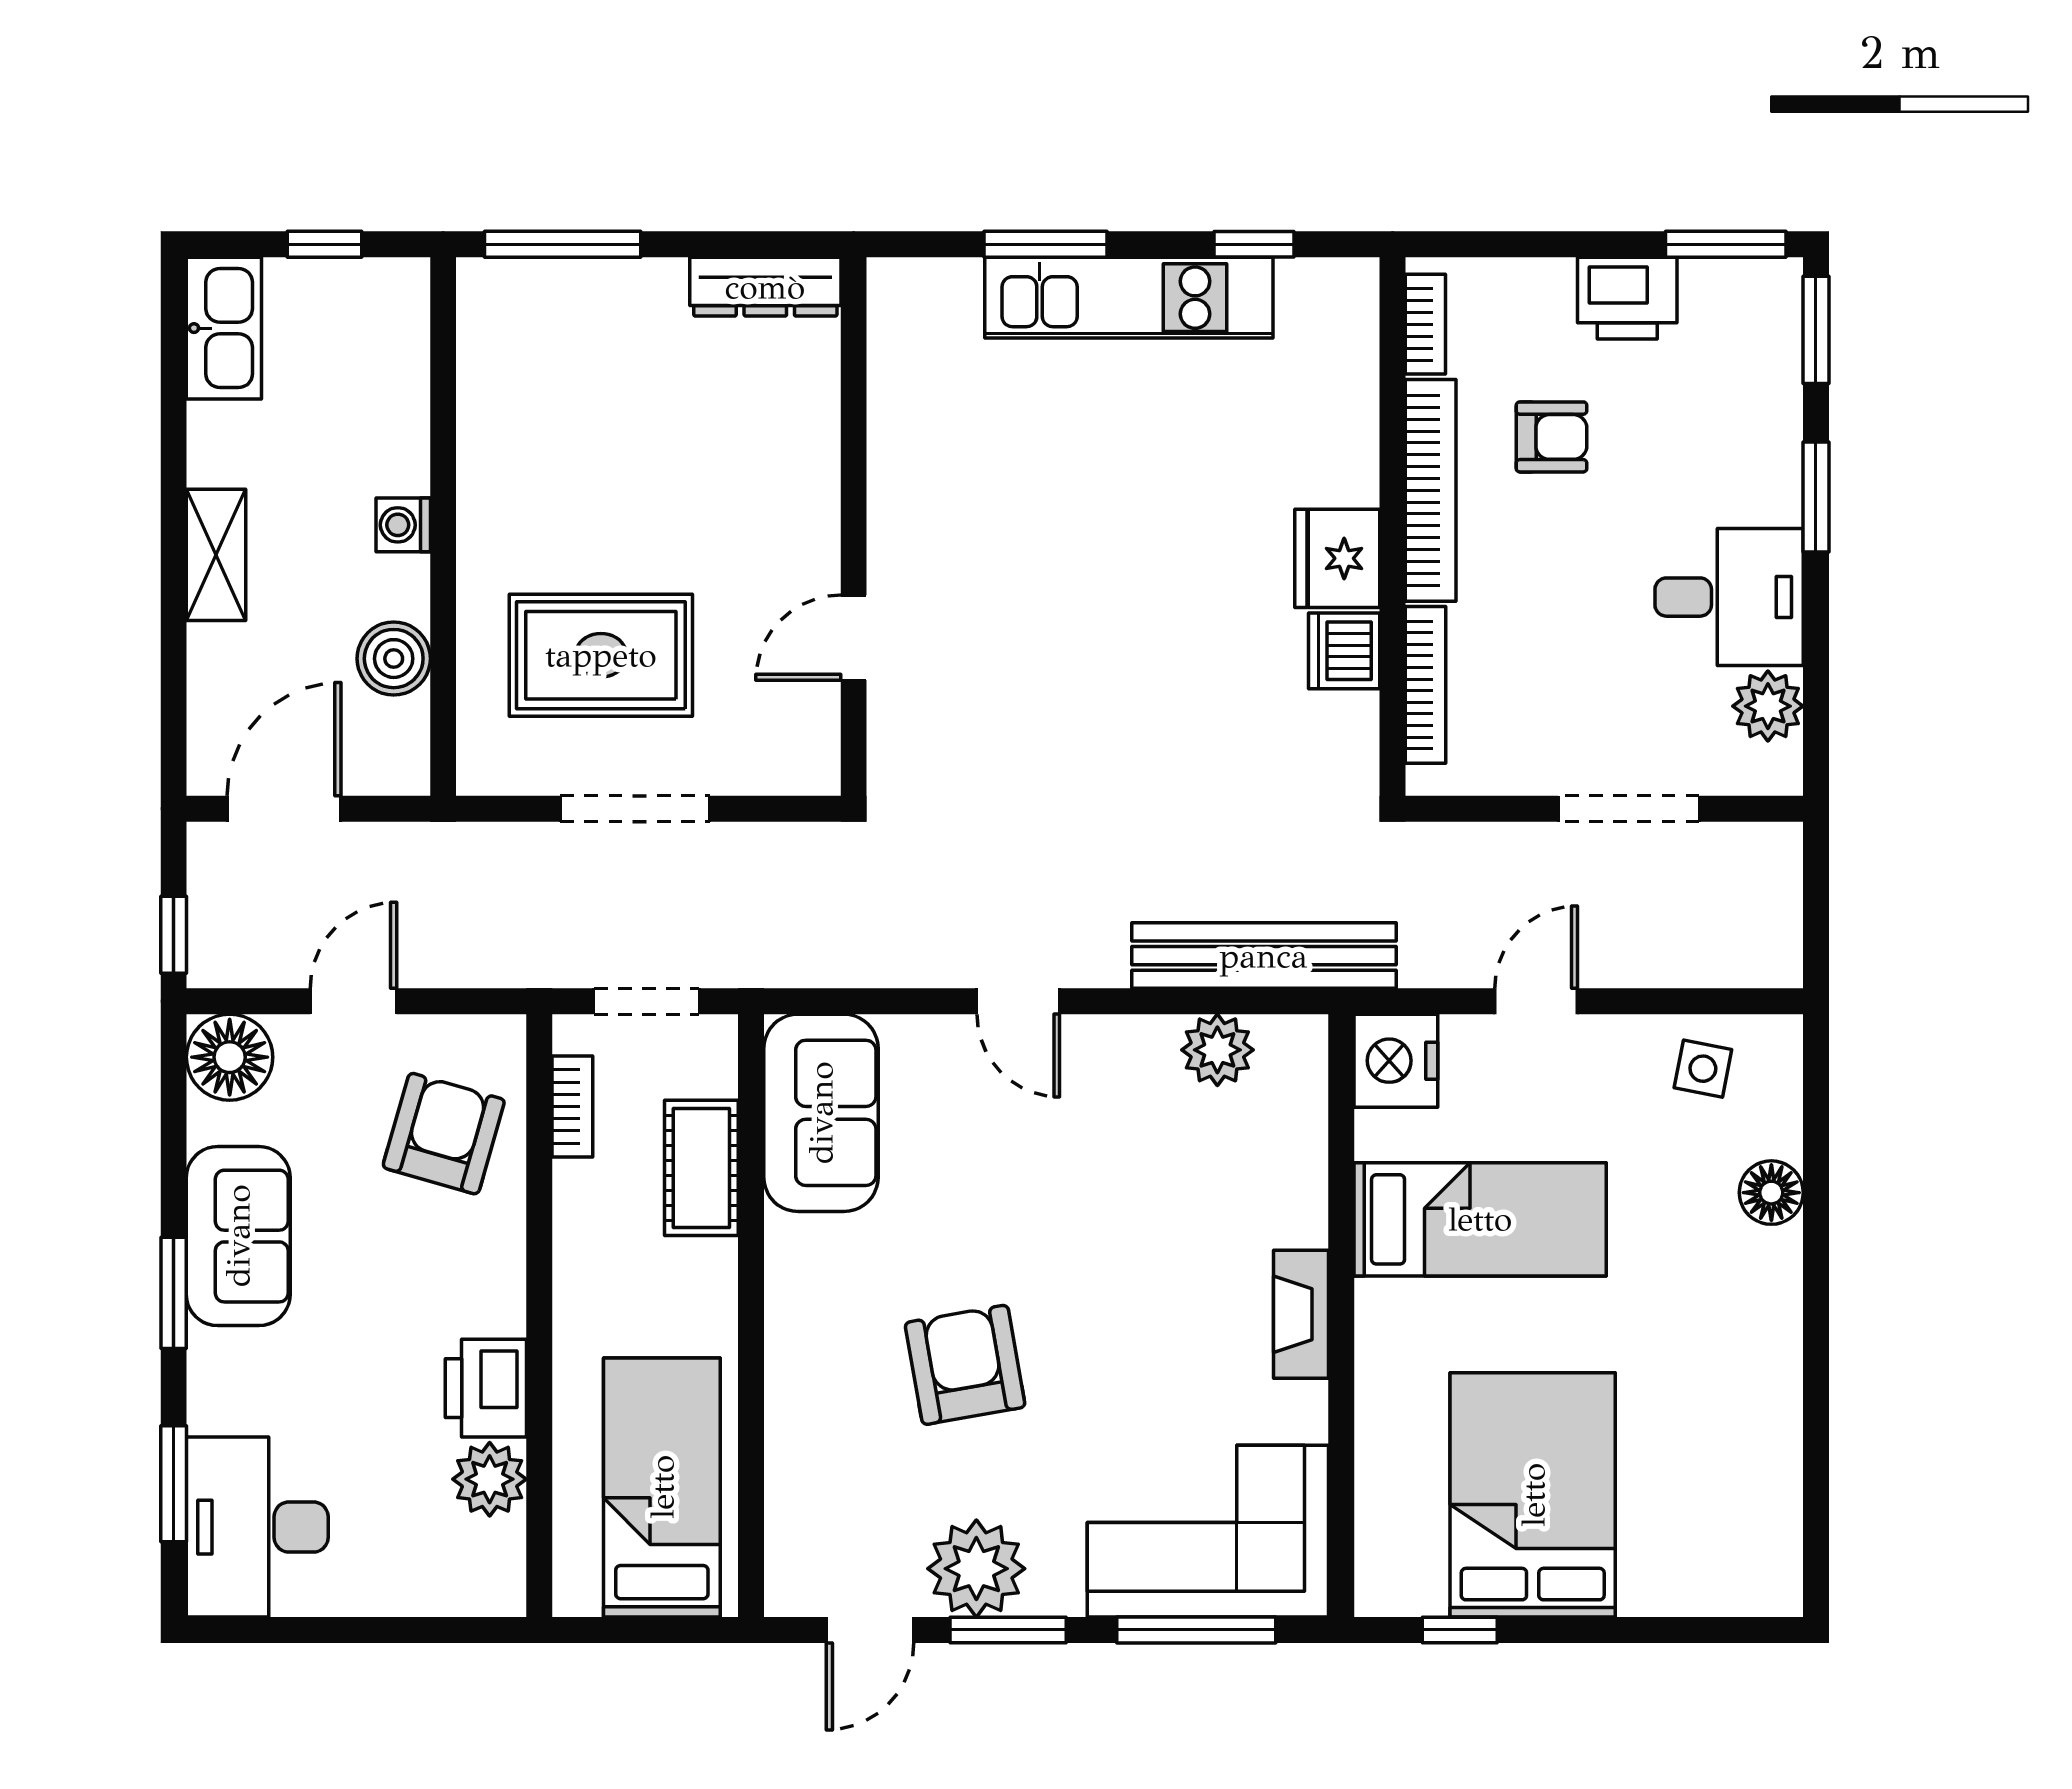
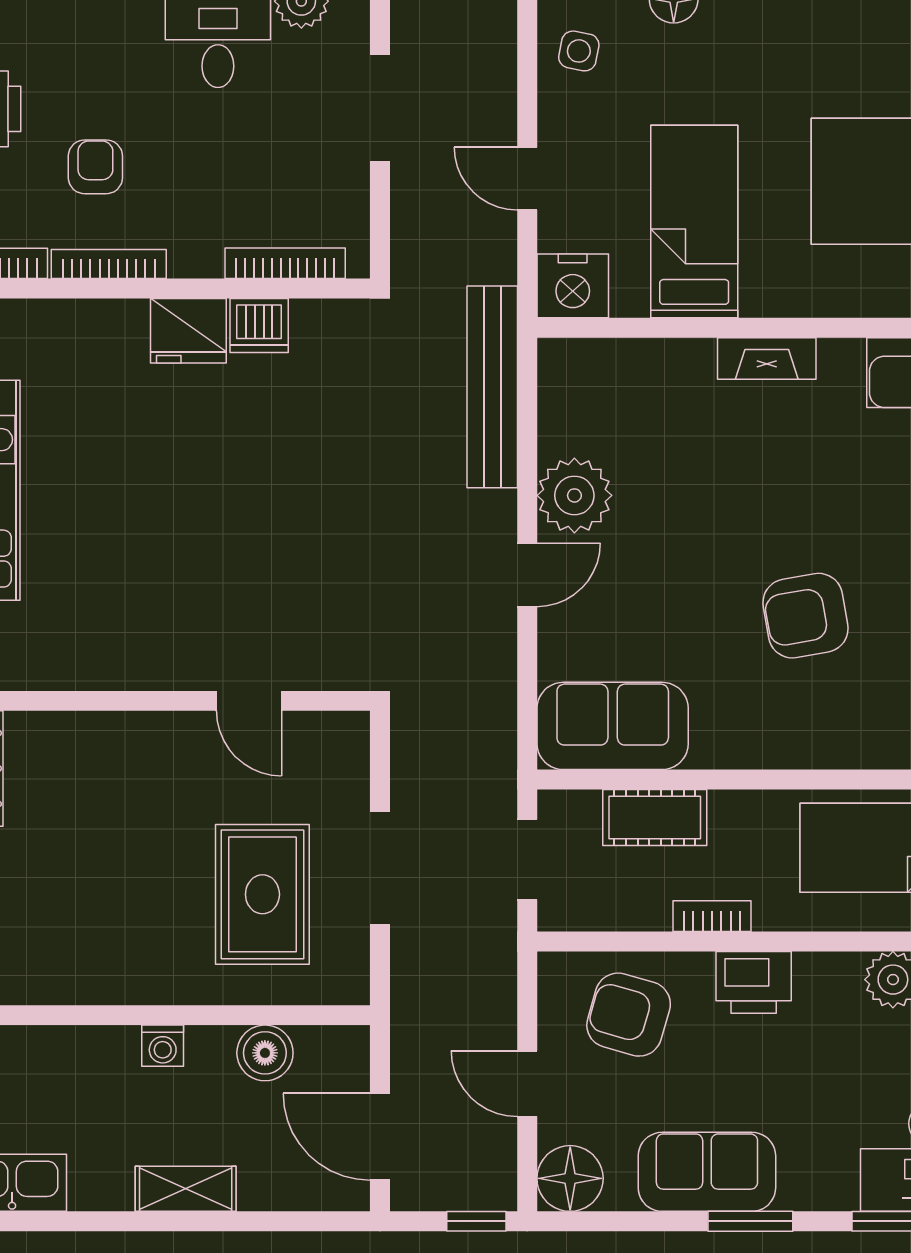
bookcase: (1431, 490) -> (109, 264), width x0.68, depth x0.76
plant: (1217, 1050) -> (574, 495), moved, width x1.36, depth x1.36
bookcase: (572, 1106) -> (712, 916), moved
printer: (486, 1388) -> (754, 982), moved

